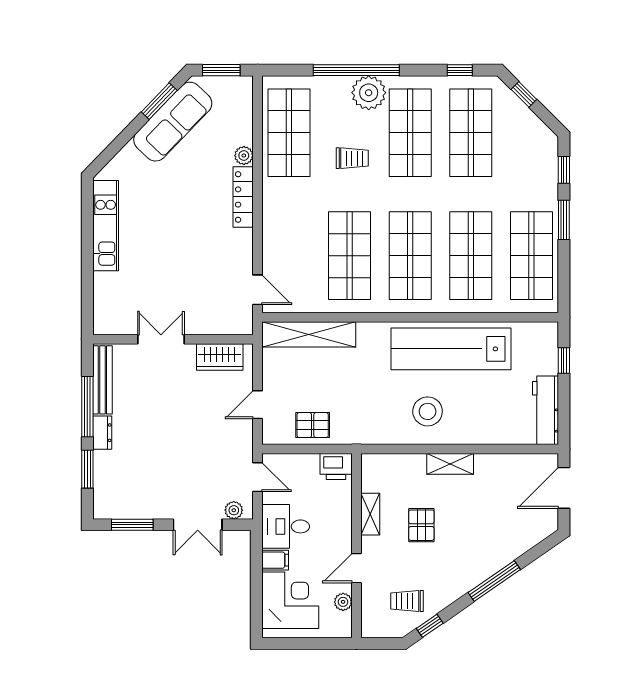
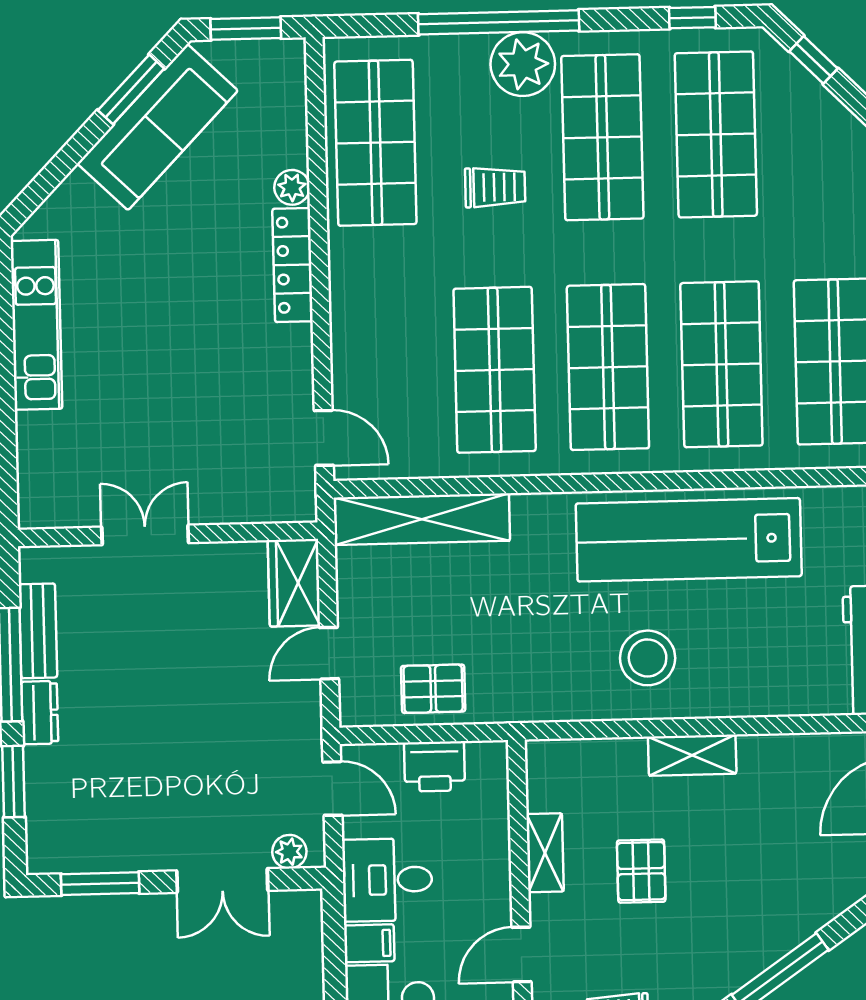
wardrobe: (220, 357) -> (294, 583), moved, turned 90
bench: (102, 380) -> (38, 631), width x0.73
printer: (336, 467) -> (434, 766), moved

